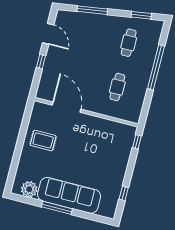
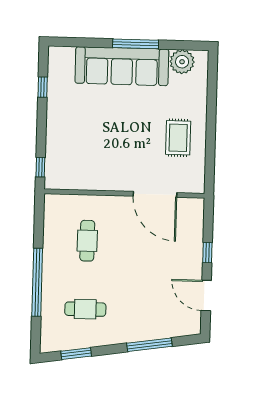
cafe table: (129, 43) -> (85, 309), turned 90
rug: (43, 140) -> (178, 138), turned 90

